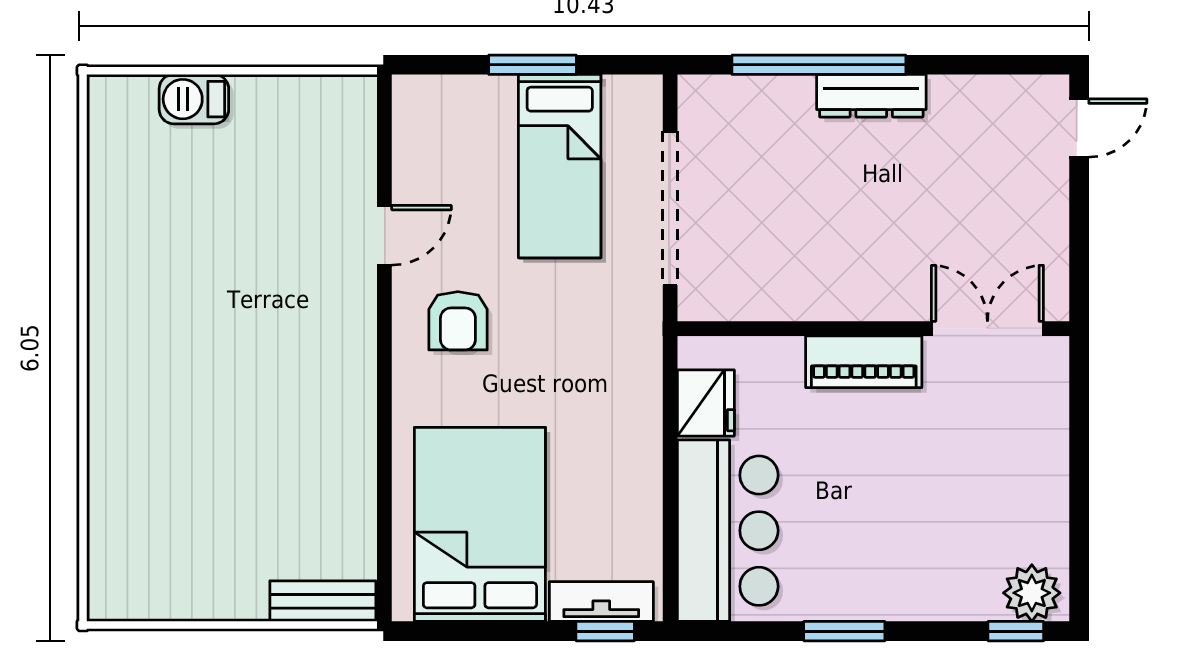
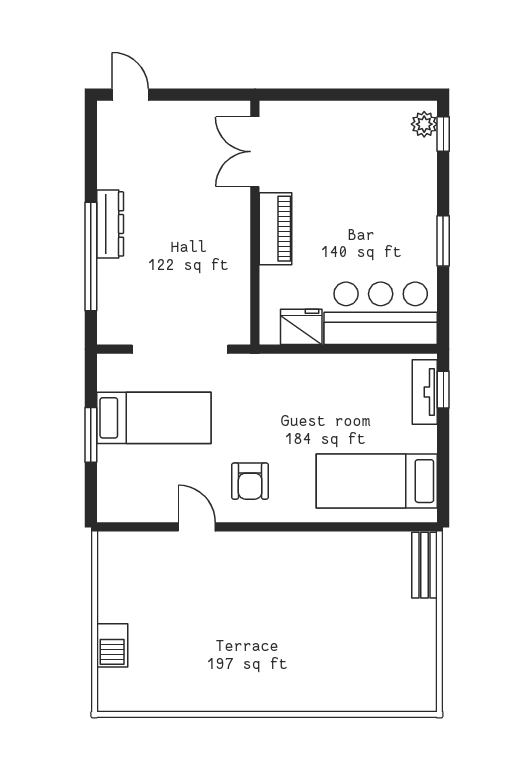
armchair: (458, 321) -> (250, 481), turned 90
bed: (480, 524) -> (377, 481), width x0.67
plant: (1032, 593) -> (424, 124), width x0.73, depth x0.73

